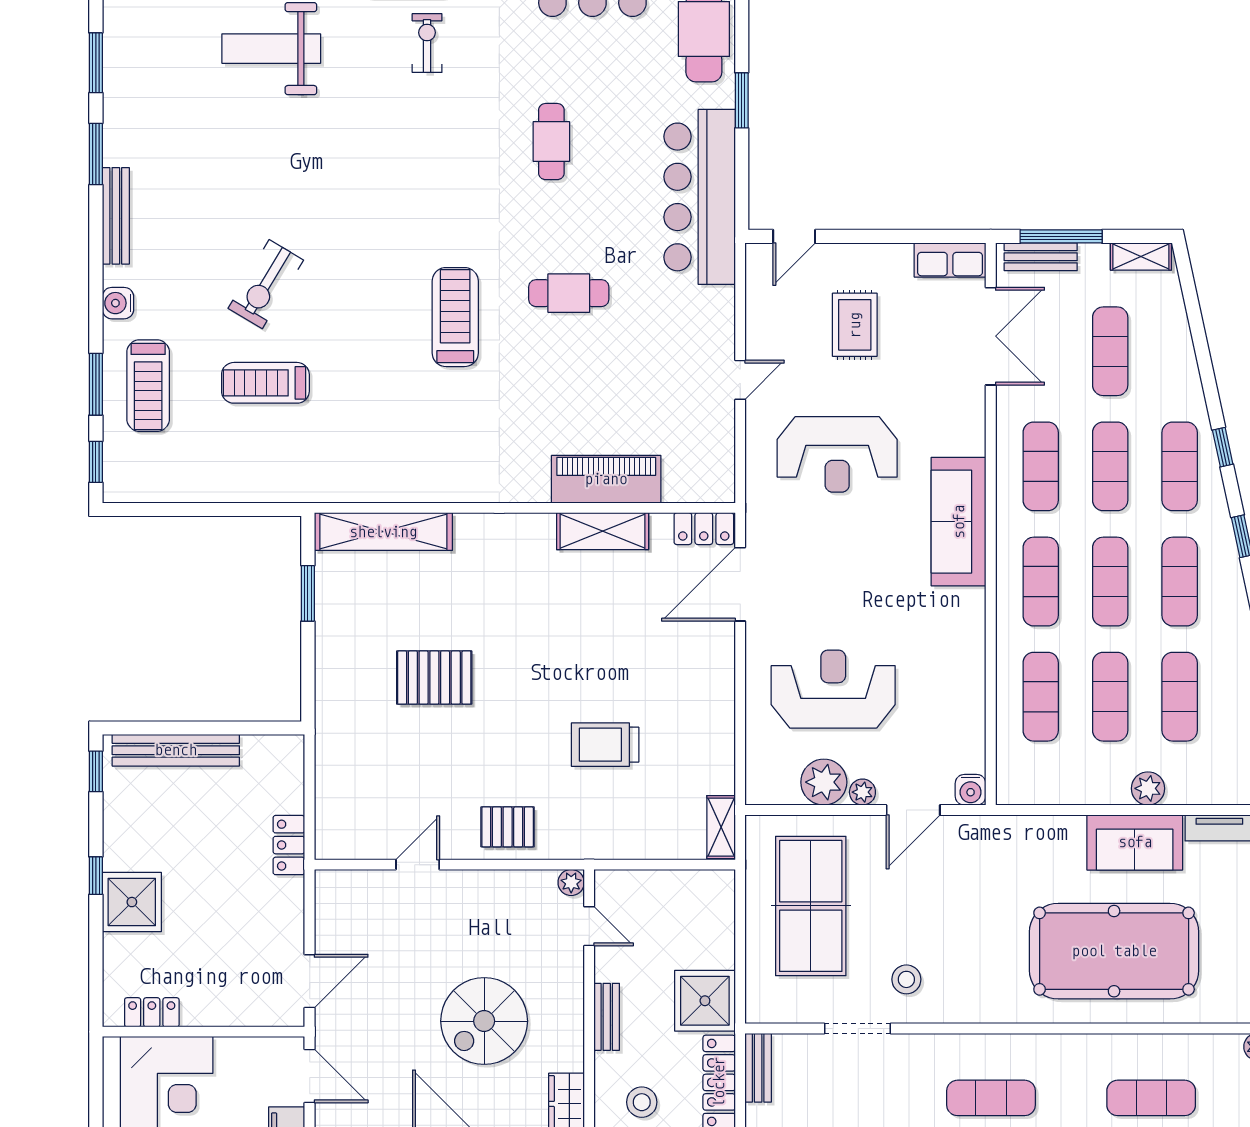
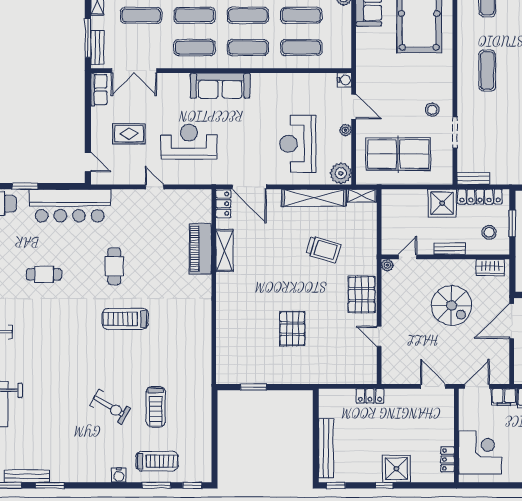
bench: (116, 216) -> (27, 476), moved
double door: (991, 336) -> (134, 71), swing flipped
reception desk: (837, 454) -> (189, 142), turned -90
shelving: (383, 532) -> (314, 198), moved, turned 90
trolley: (605, 745) -> (323, 249), turned -73
plant: (824, 782) -> (341, 173), moved
pallet: (508, 827) -> (362, 295), width x1.50, depth x1.42

